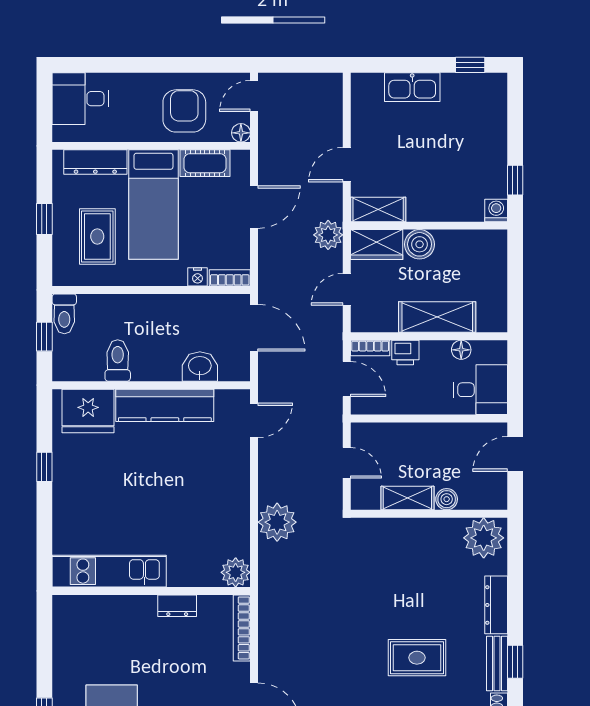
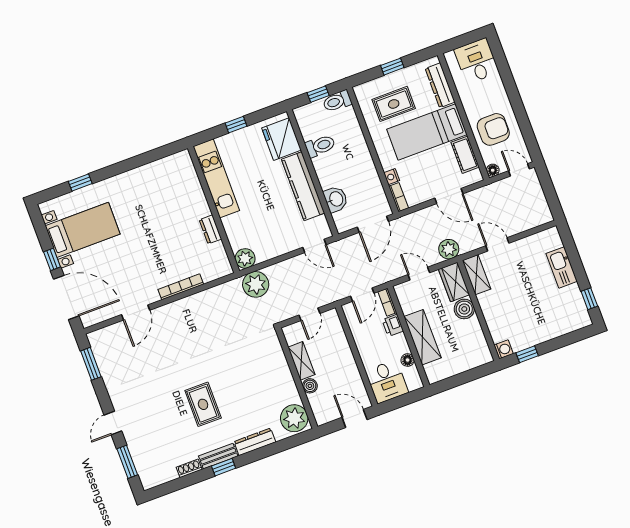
kitchen unit: (109, 571) -> (216, 178), moved
plant: (236, 572) -> (245, 258), moved
wall: (151, 591) -> (214, 210), moved
dresser: (177, 606) -> (210, 229), moved

